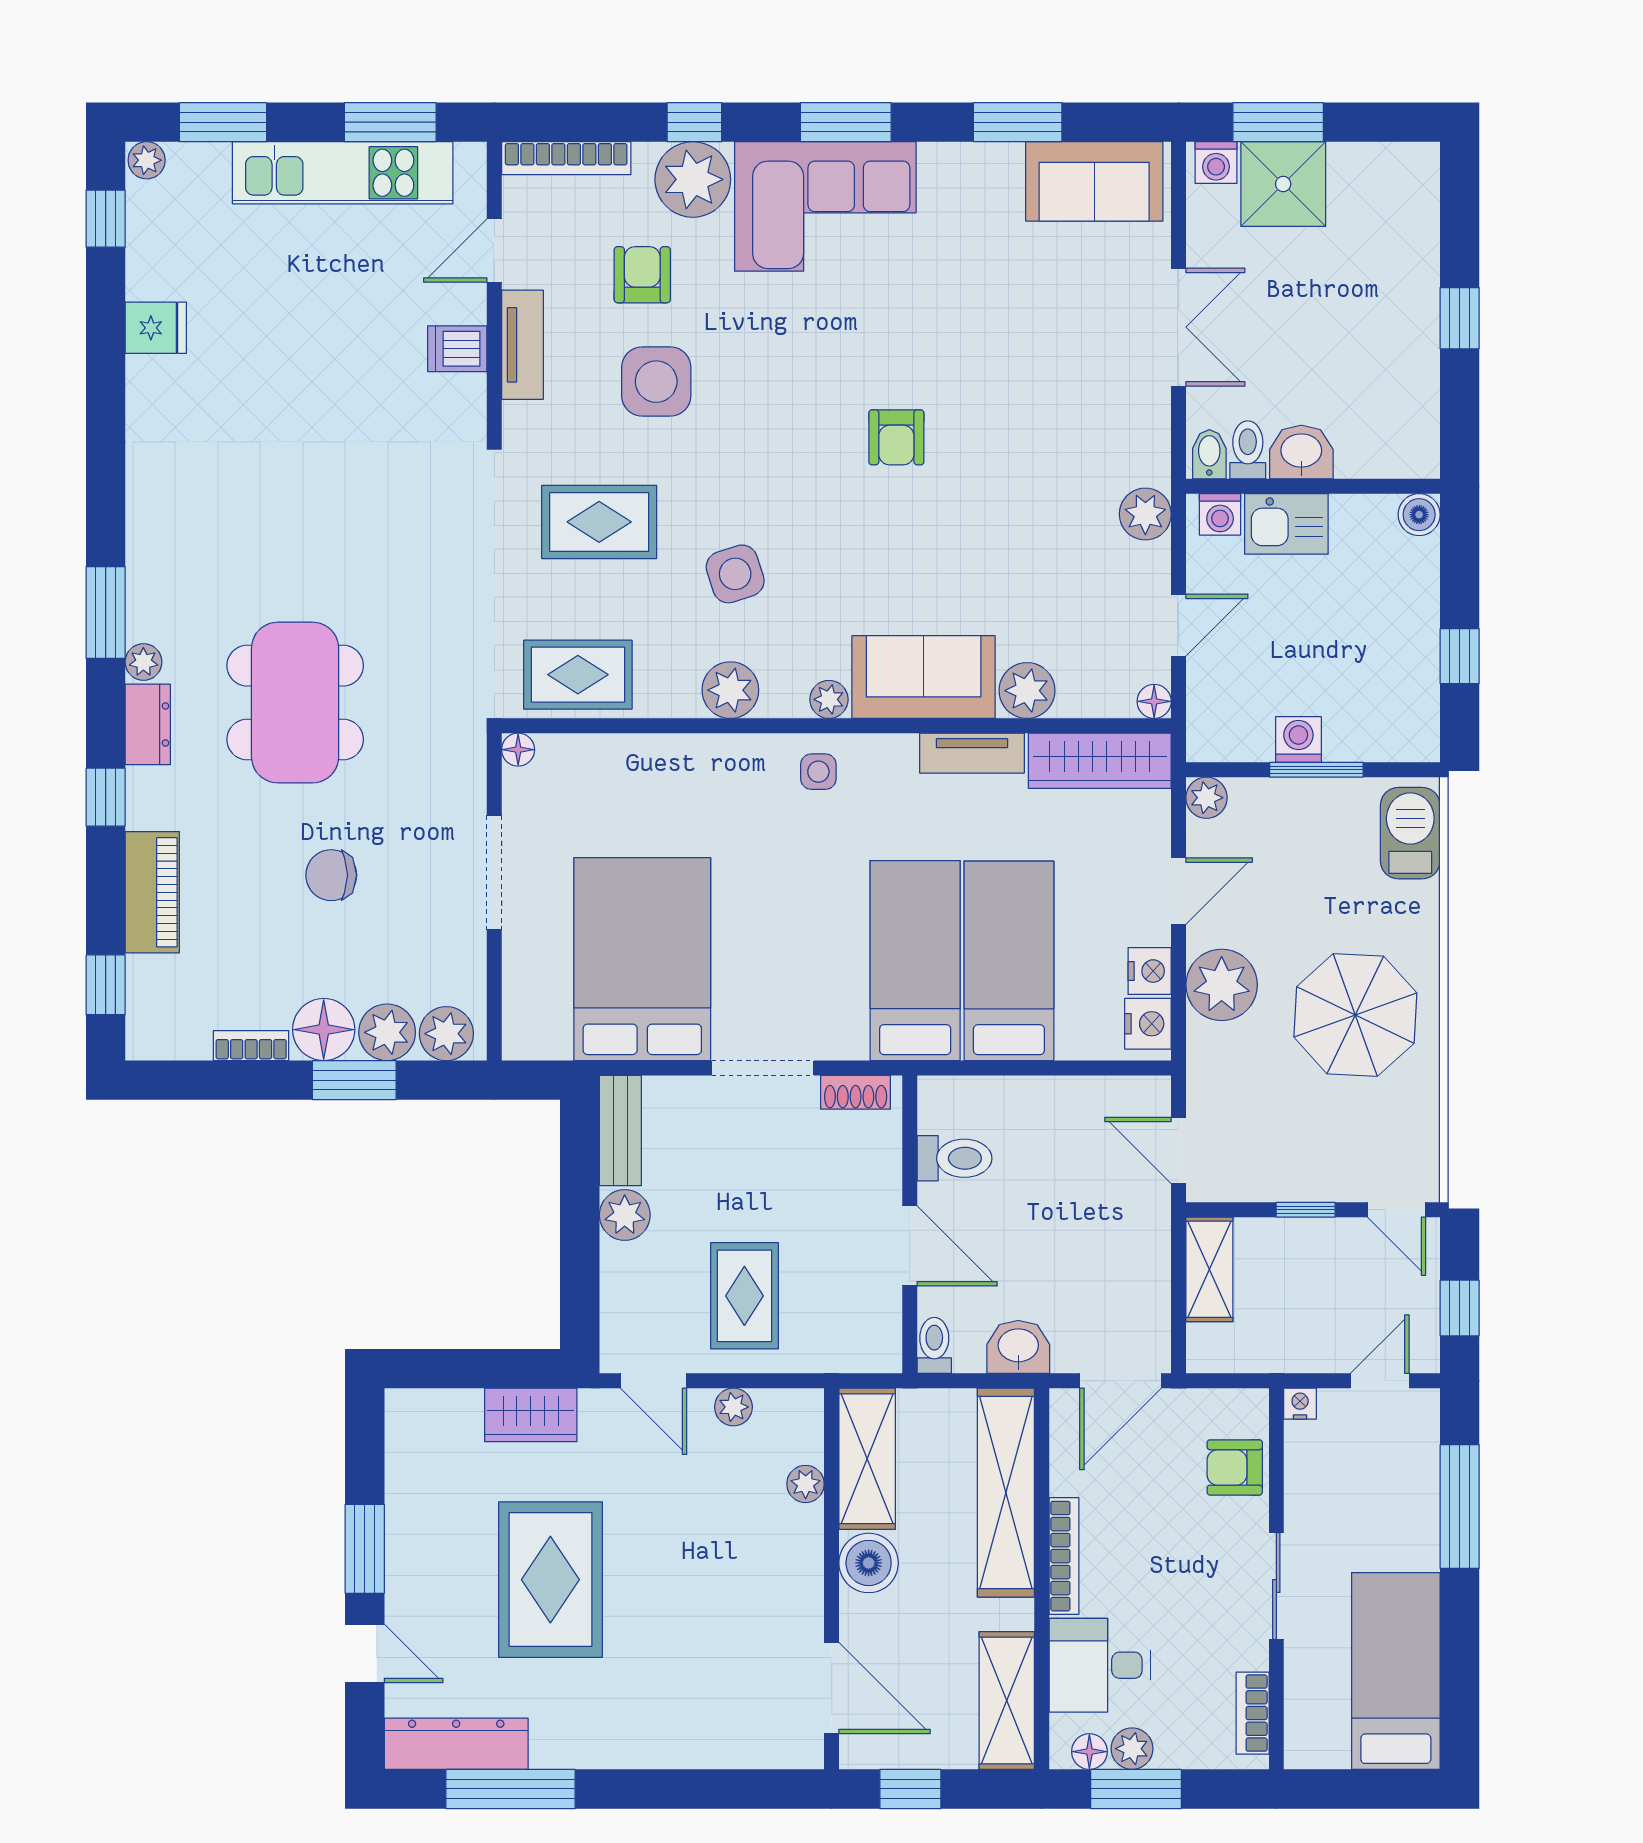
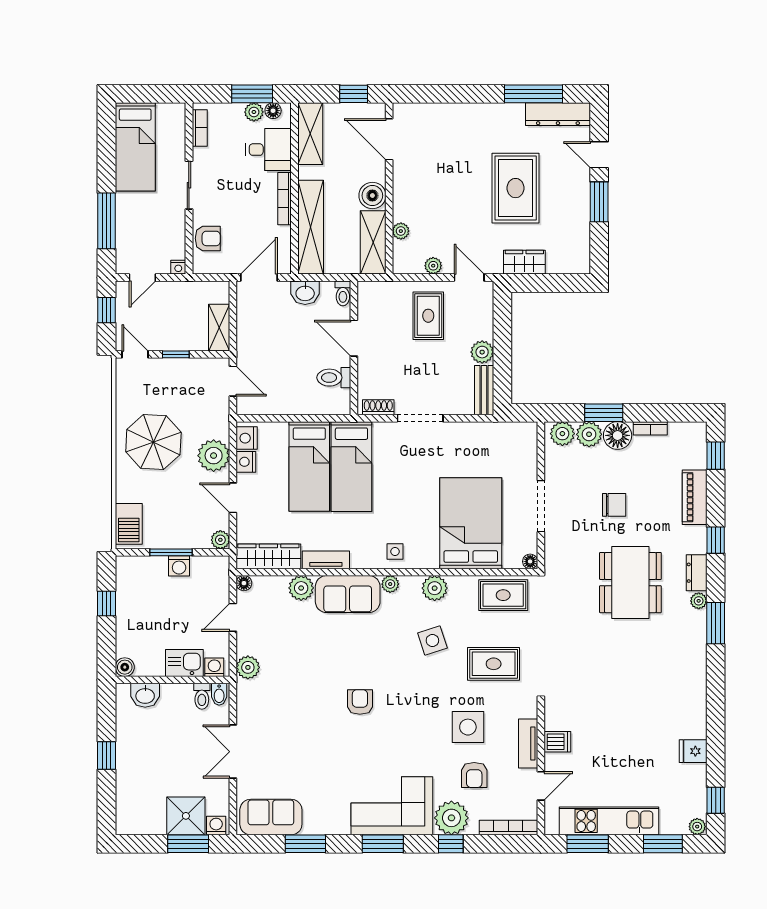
washbasin: (1301, 452) -> (145, 695), moved
door: (1179, 891) -> (233, 498), hinge flipped
bed: (642, 959) -> (471, 523), moved, turned 180

